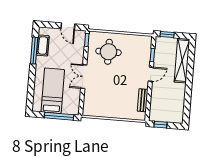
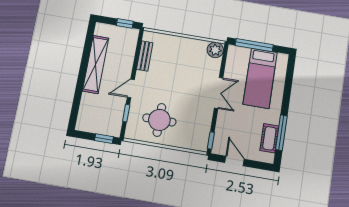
round table: (109, 52) -> (159, 120), moved
shelving: (182, 61) -> (96, 64), moved
plant: (89, 110) -> (215, 50), added

